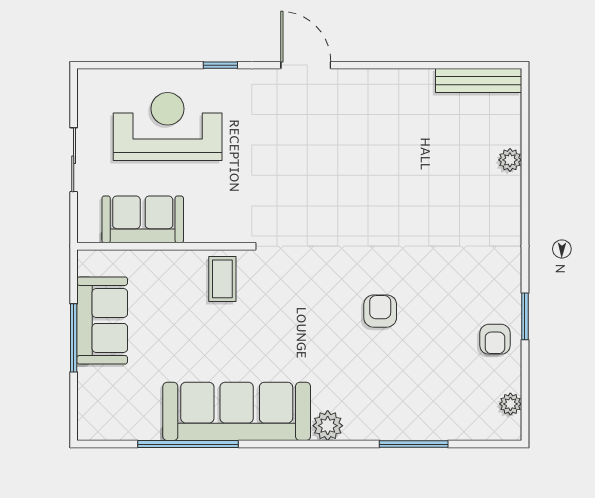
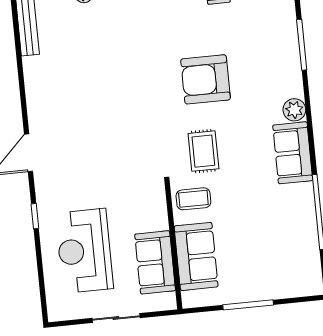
rug: (285, 299) -> (203, 151), added
armchair: (380, 311) -> (206, 79), width x1.88, depth x1.88
sofa: (102, 320) -> (196, 256), moved, turned 90
sofa: (237, 411) -> (293, 153), width x0.54, depth x0.79

